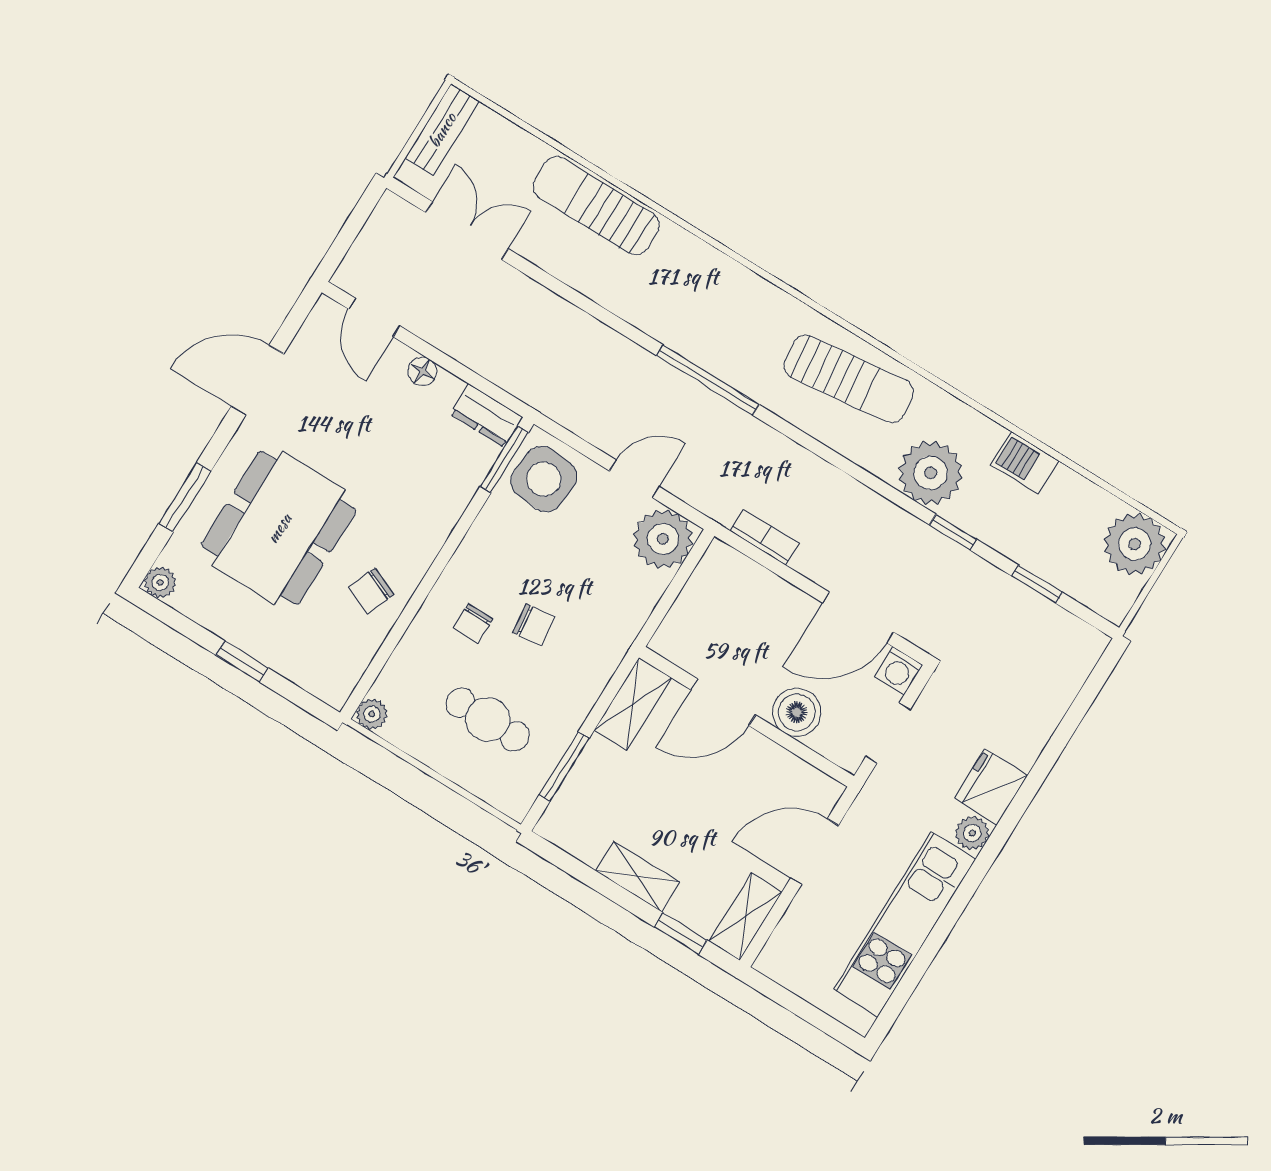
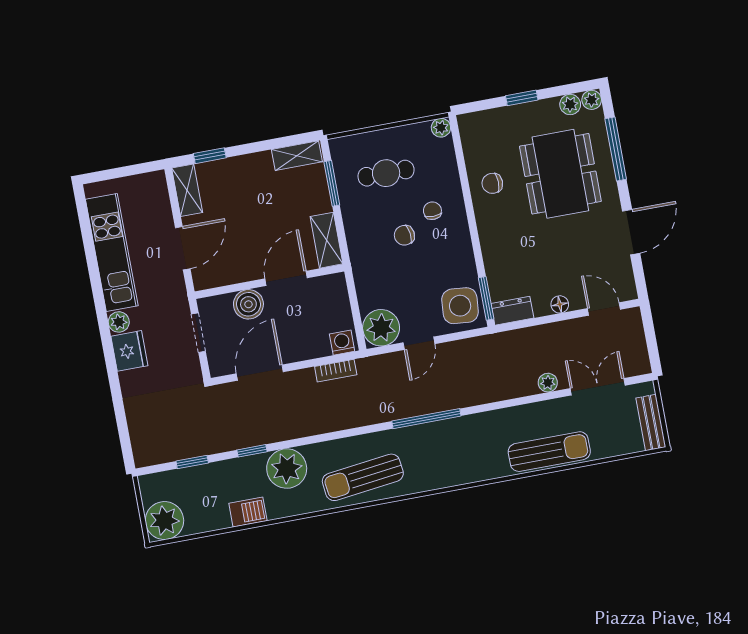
double door: (467, 231) -> (598, 387), swing flipped
plant: (522, 290) -> (548, 383), added
window: (185, 497) -> (616, 149), width x1.44
chair: (371, 591) -> (492, 183), turned -113
plant: (191, 600) -> (570, 104), added
washing machine: (899, 671) -> (342, 343), moved
shelving: (637, 876) -> (297, 156), moved

